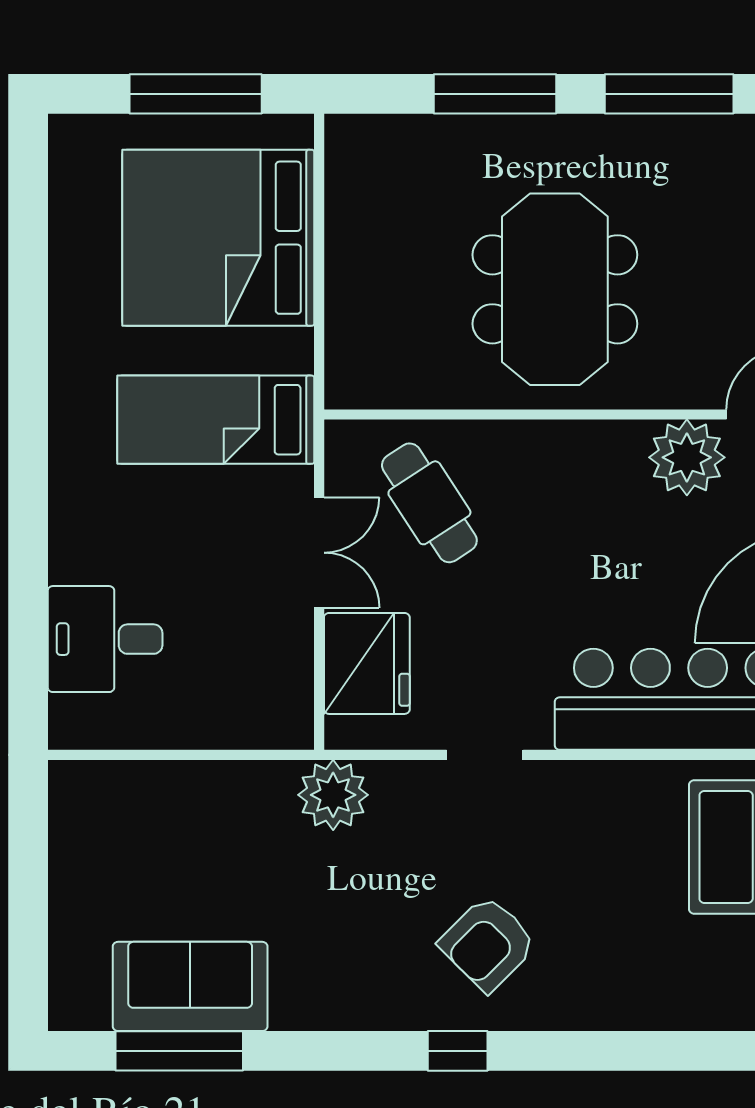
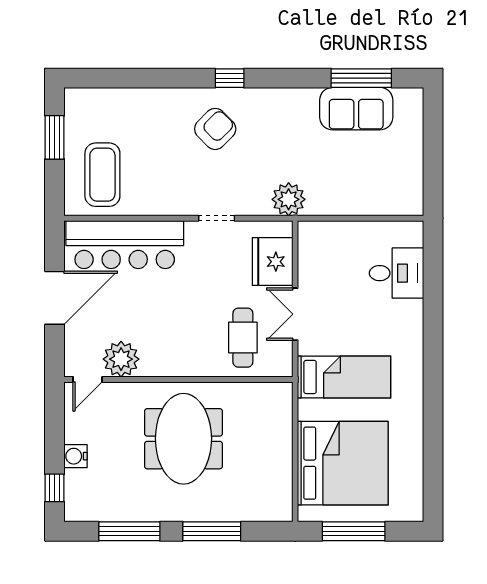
cafe table: (429, 503) -> (243, 338), turned 33

